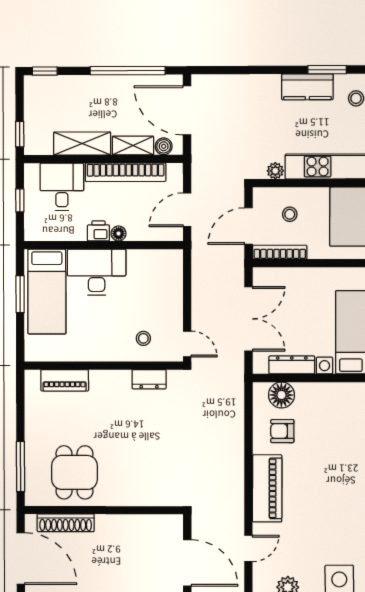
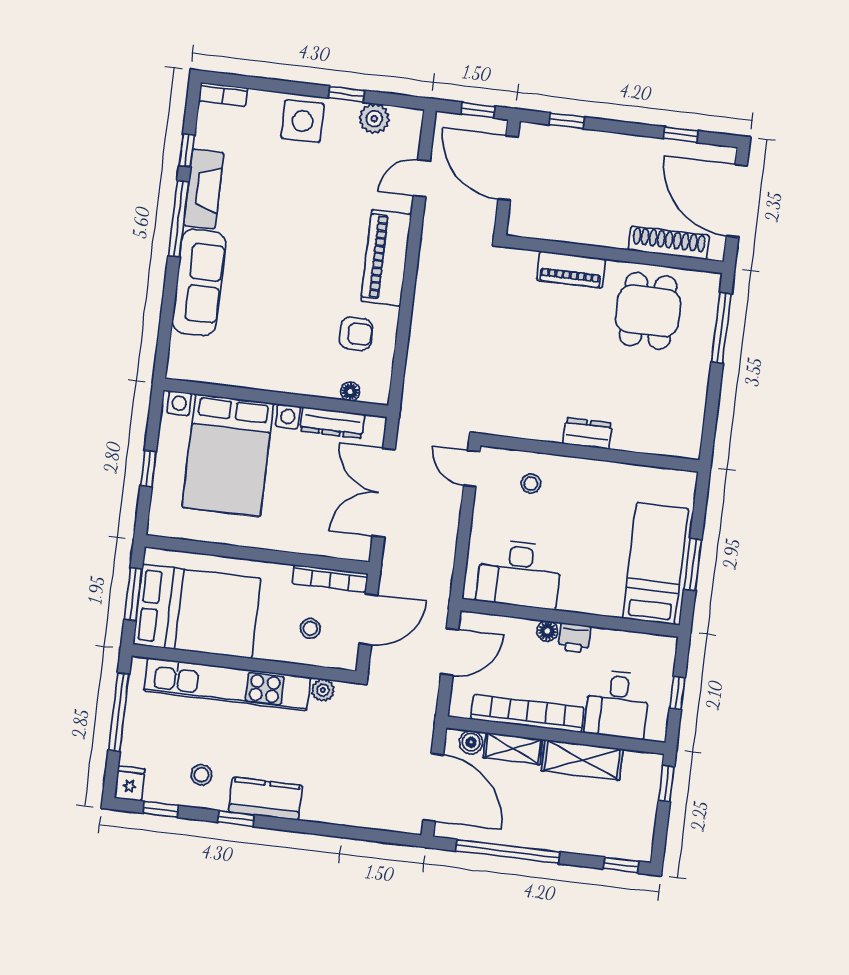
window: (327, 70) -> (236, 819), width x0.67
desk: (97, 272) -> (519, 574), moved
dresser: (149, 379) -> (587, 433), moved
piano: (65, 380) -> (571, 270), moved, turned 180
floor lamp: (281, 395) -> (350, 392), width x0.53, depth x0.53

